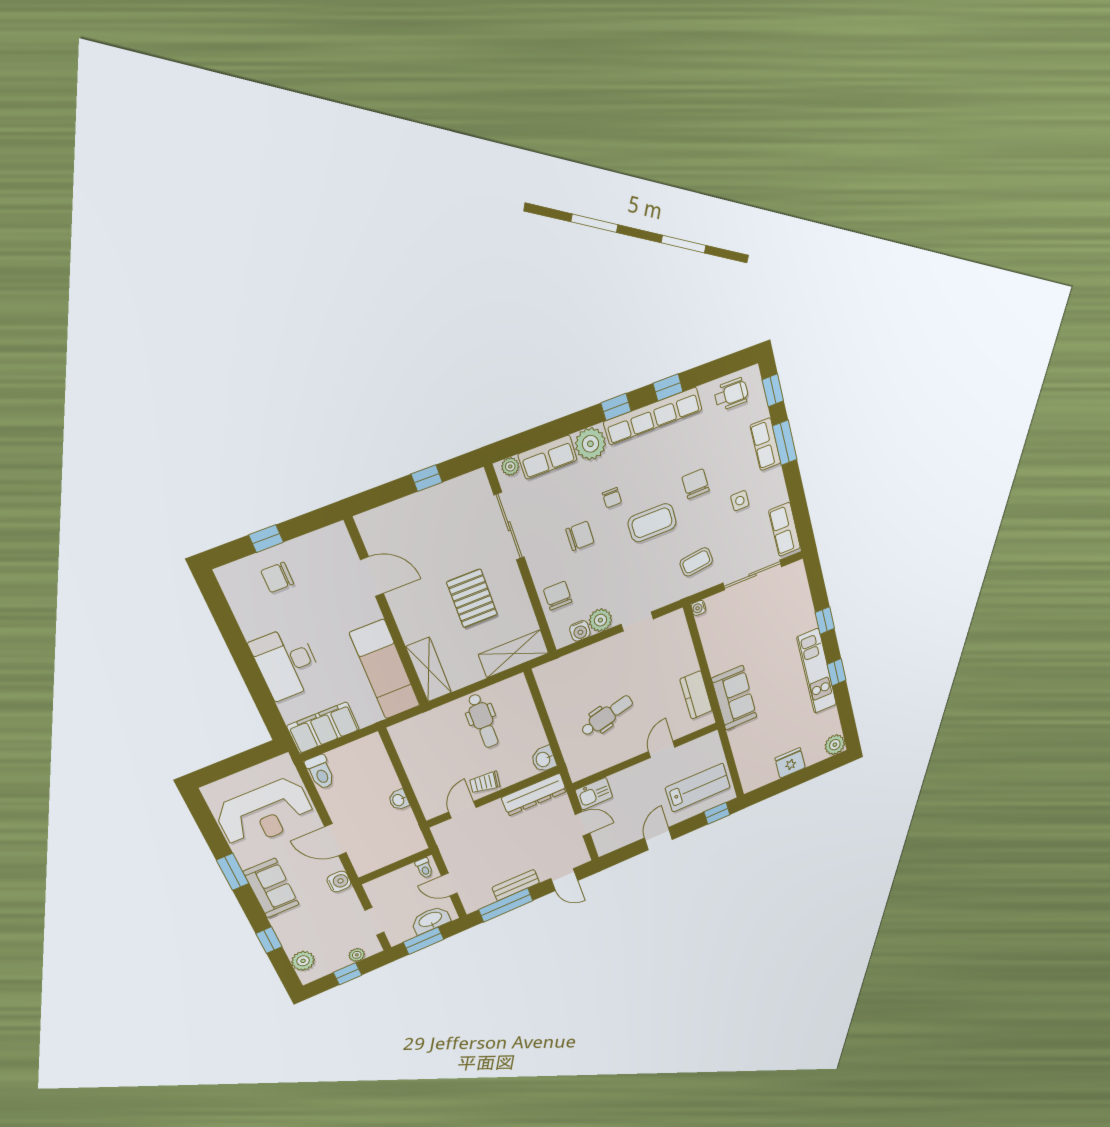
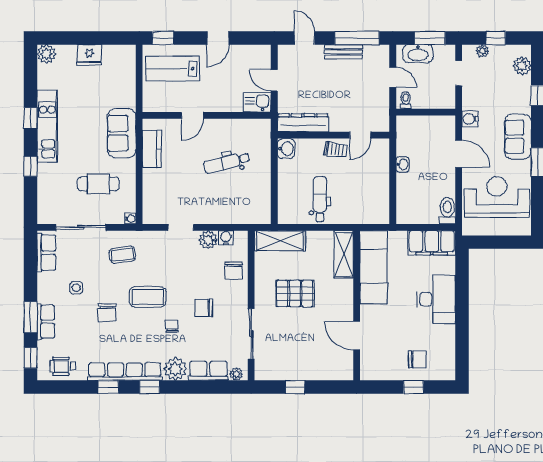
pallet: (472, 598) -> (295, 293), turned 90
cafe table: (745, 632) -> (98, 184), added

